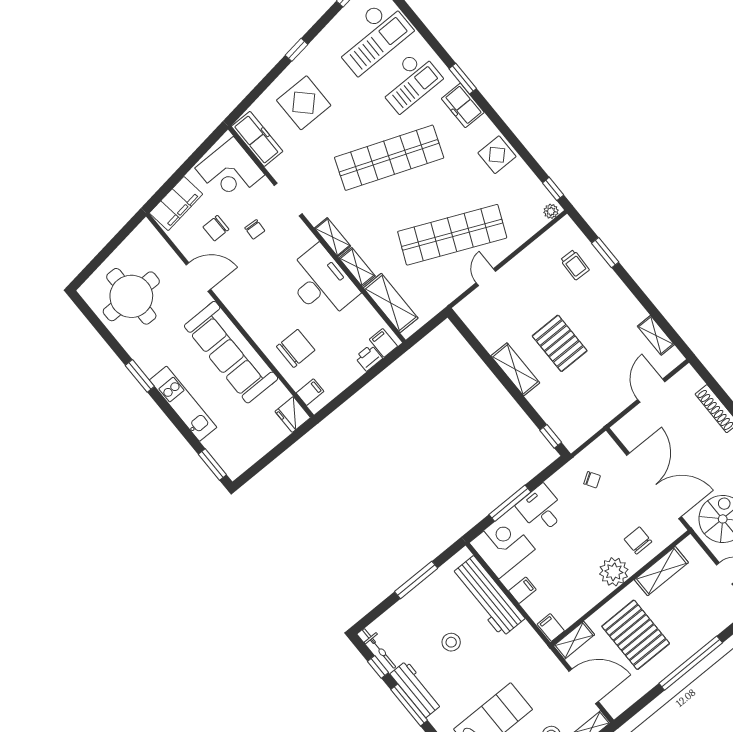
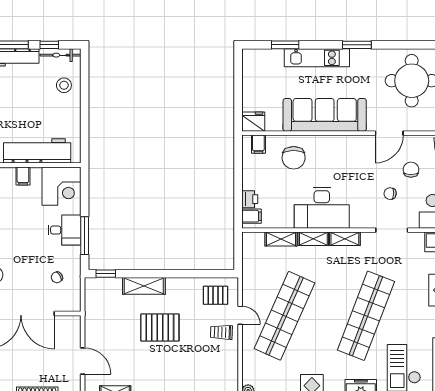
trolley: (575, 265) -> (221, 332), moved
shelving: (391, 303) -> (281, 239), width x0.67, depth x0.75
pallet: (486, 316) -> (216, 295), added
shelving: (515, 369) -> (144, 286), moved
window: (212, 465) -> (285, 45), moved
window: (510, 503) -> (85, 236), moved
window: (416, 580) -> (85, 114), removed
stool: (451, 642) -> (64, 85), moved

